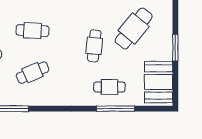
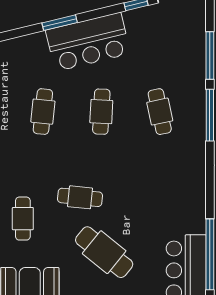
cafe table: (32, 73) -> (43, 112), turned 30

